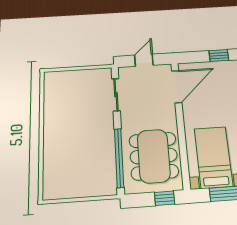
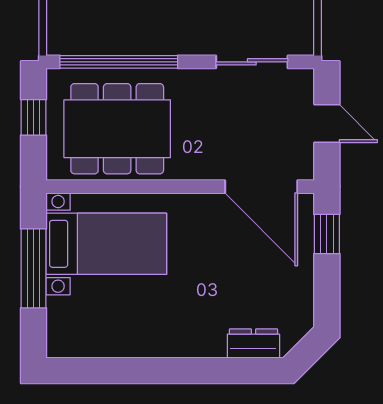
window: (219, 56) -> (327, 234), moved
window: (165, 198) -> (34, 117), moved

